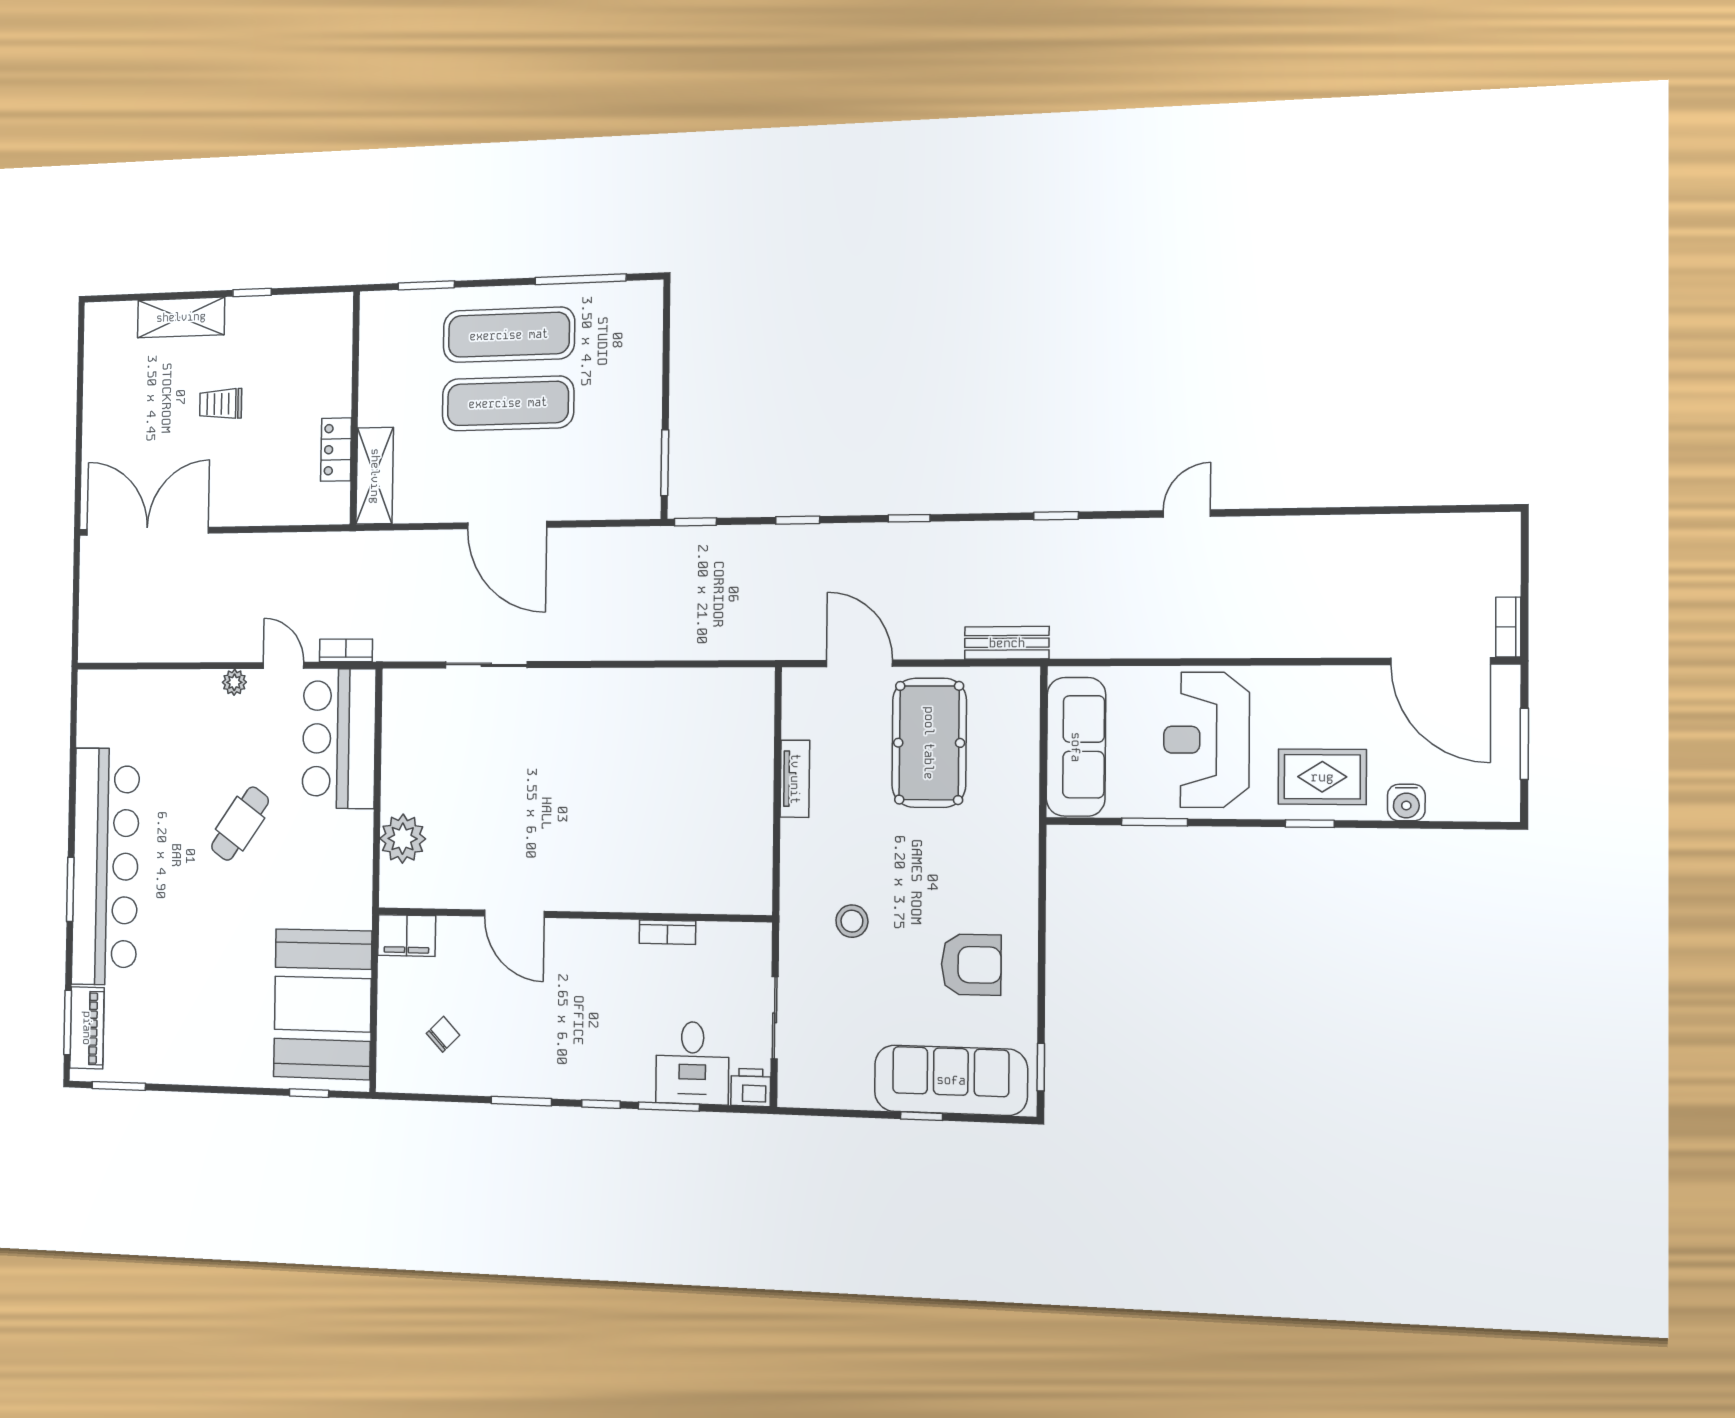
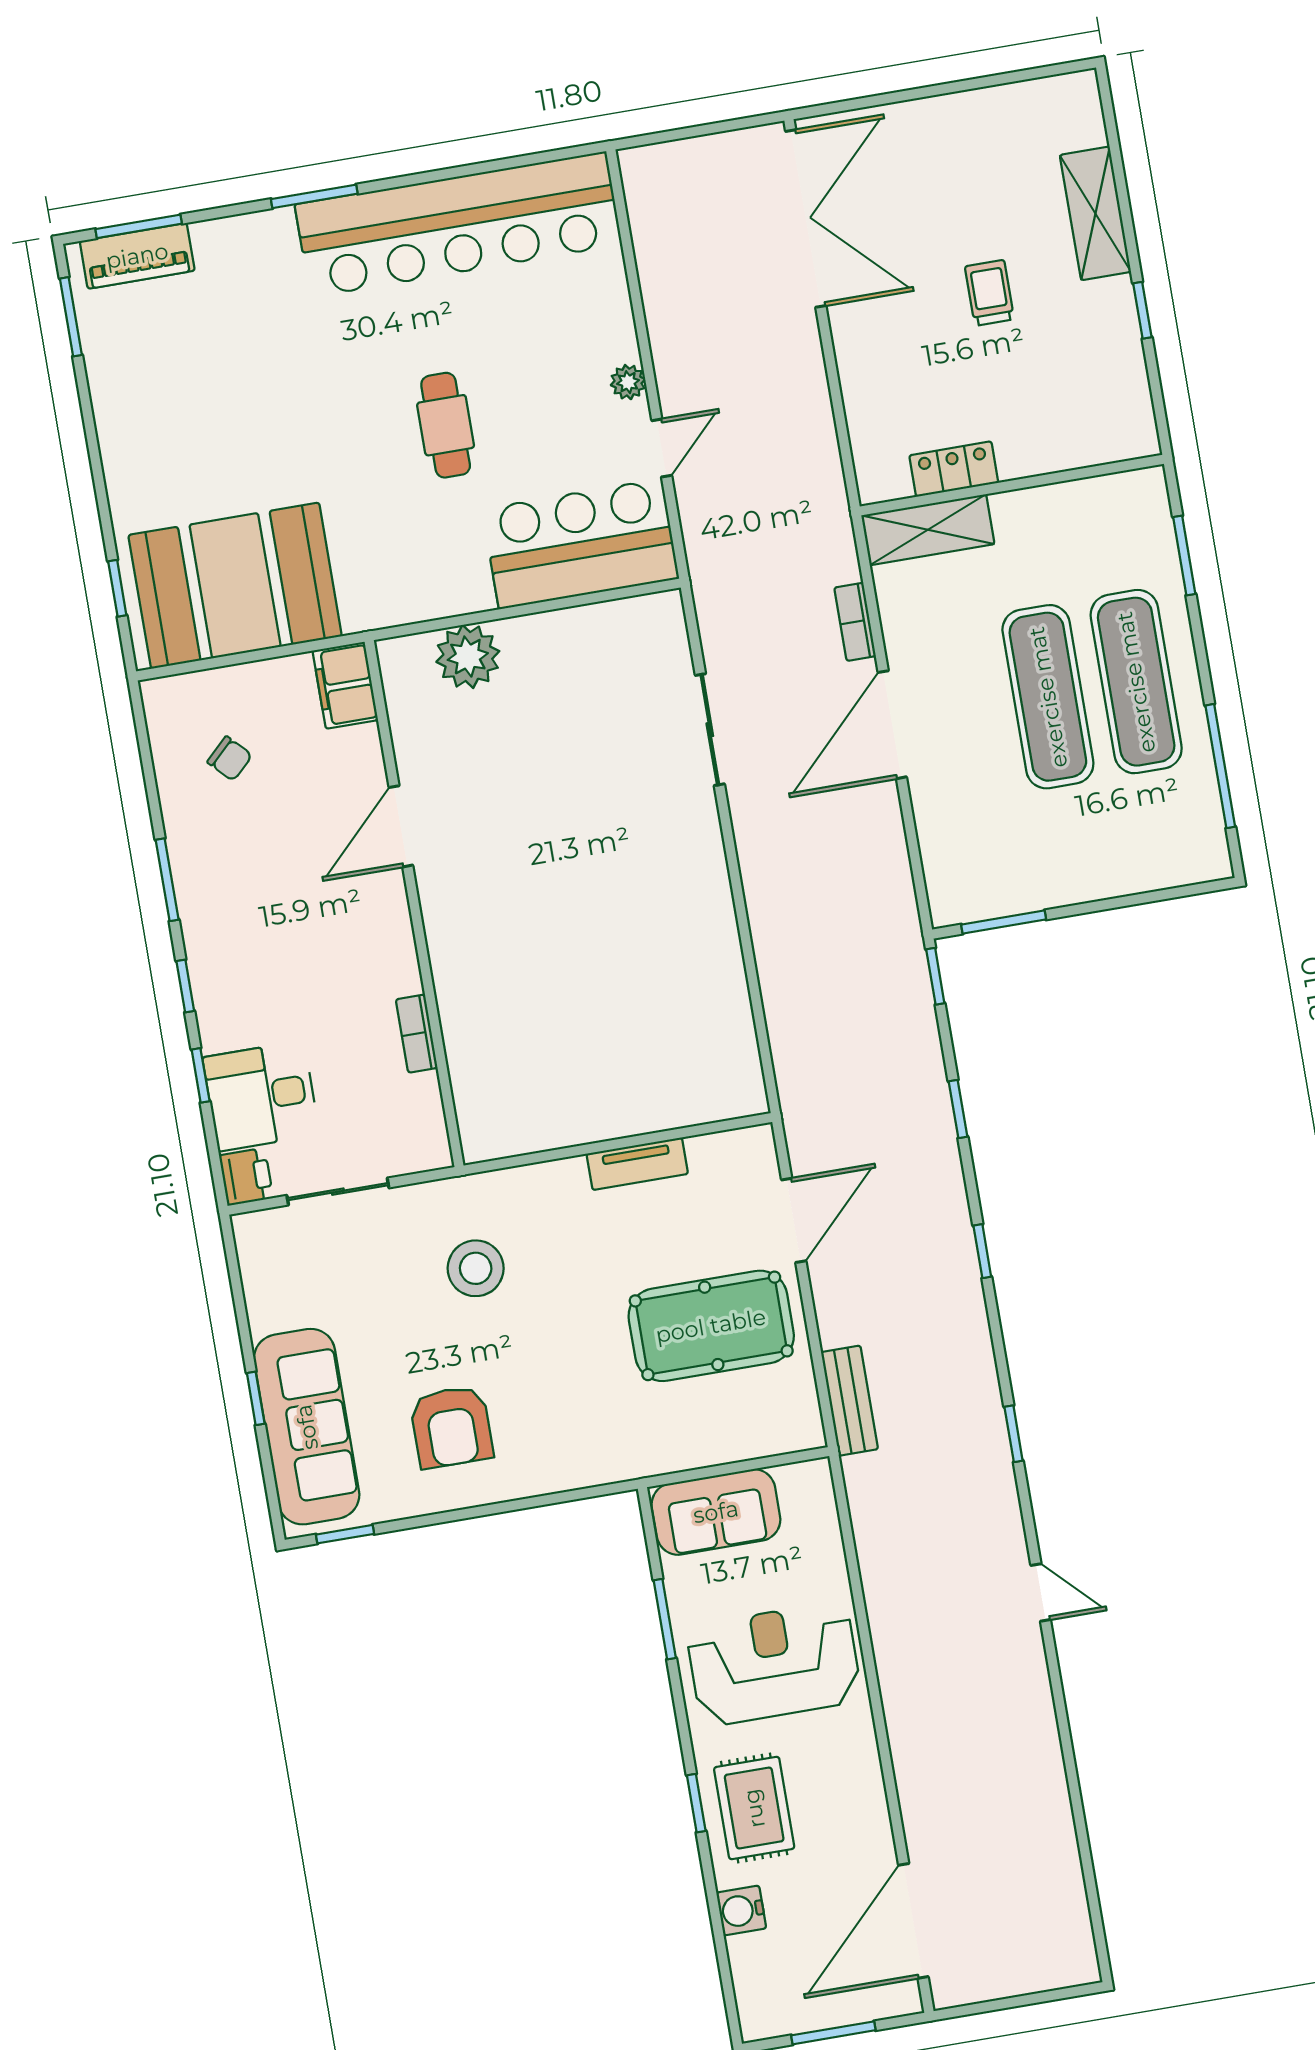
bookcase: (1508, 627) -> (966, 1991), removed
bookcase: (346, 650) -> (855, 622), moved, turned 180
sofa: (1076, 747) -> (716, 1512), width x0.73
cafe table: (240, 824) -> (446, 425), turned 55
bar counter: (106, 866) -> (458, 224), moved
stool: (852, 921) -> (476, 1268), width x1.38, depth x1.38
window: (669, 1107) -> (201, 1075), width x0.67

